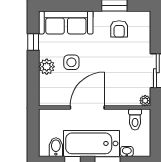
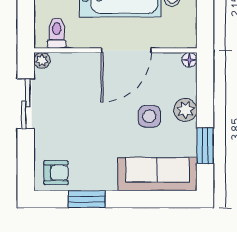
armchair: (119, 29) -> (56, 173), moved, turned 90
window: (33, 42) -> (205, 146), width x1.50
floor lamp: (44, 101) -> (189, 60), added

